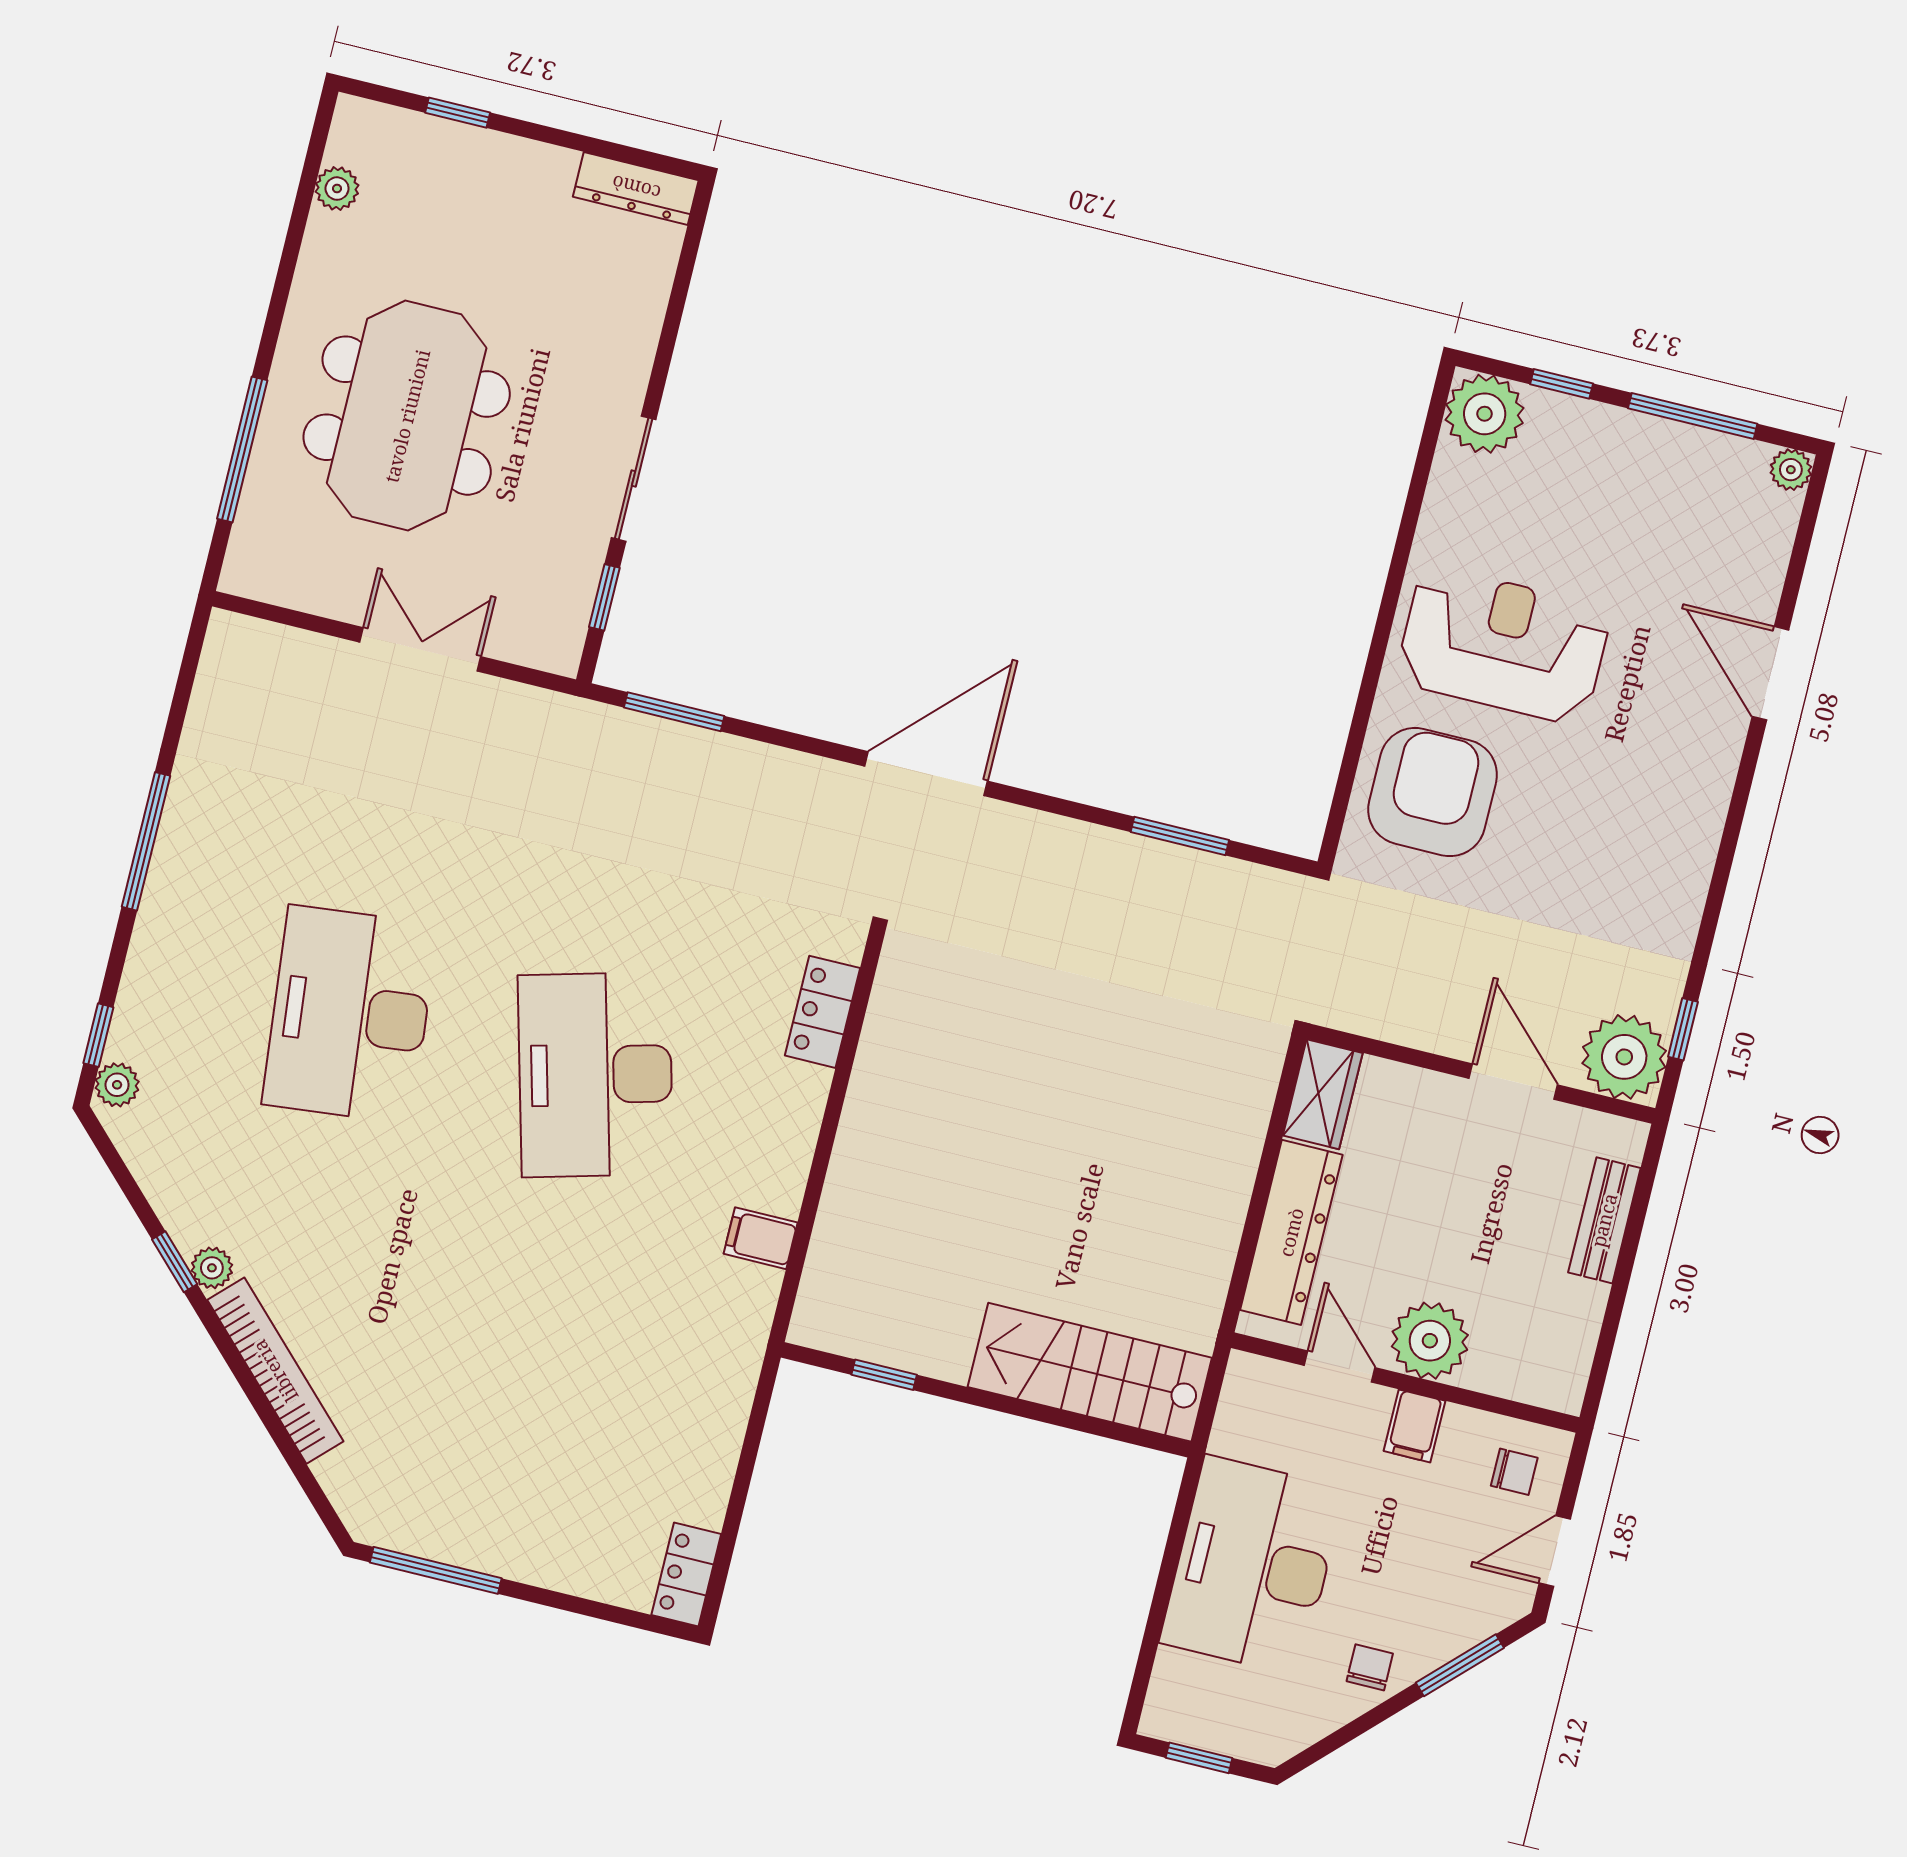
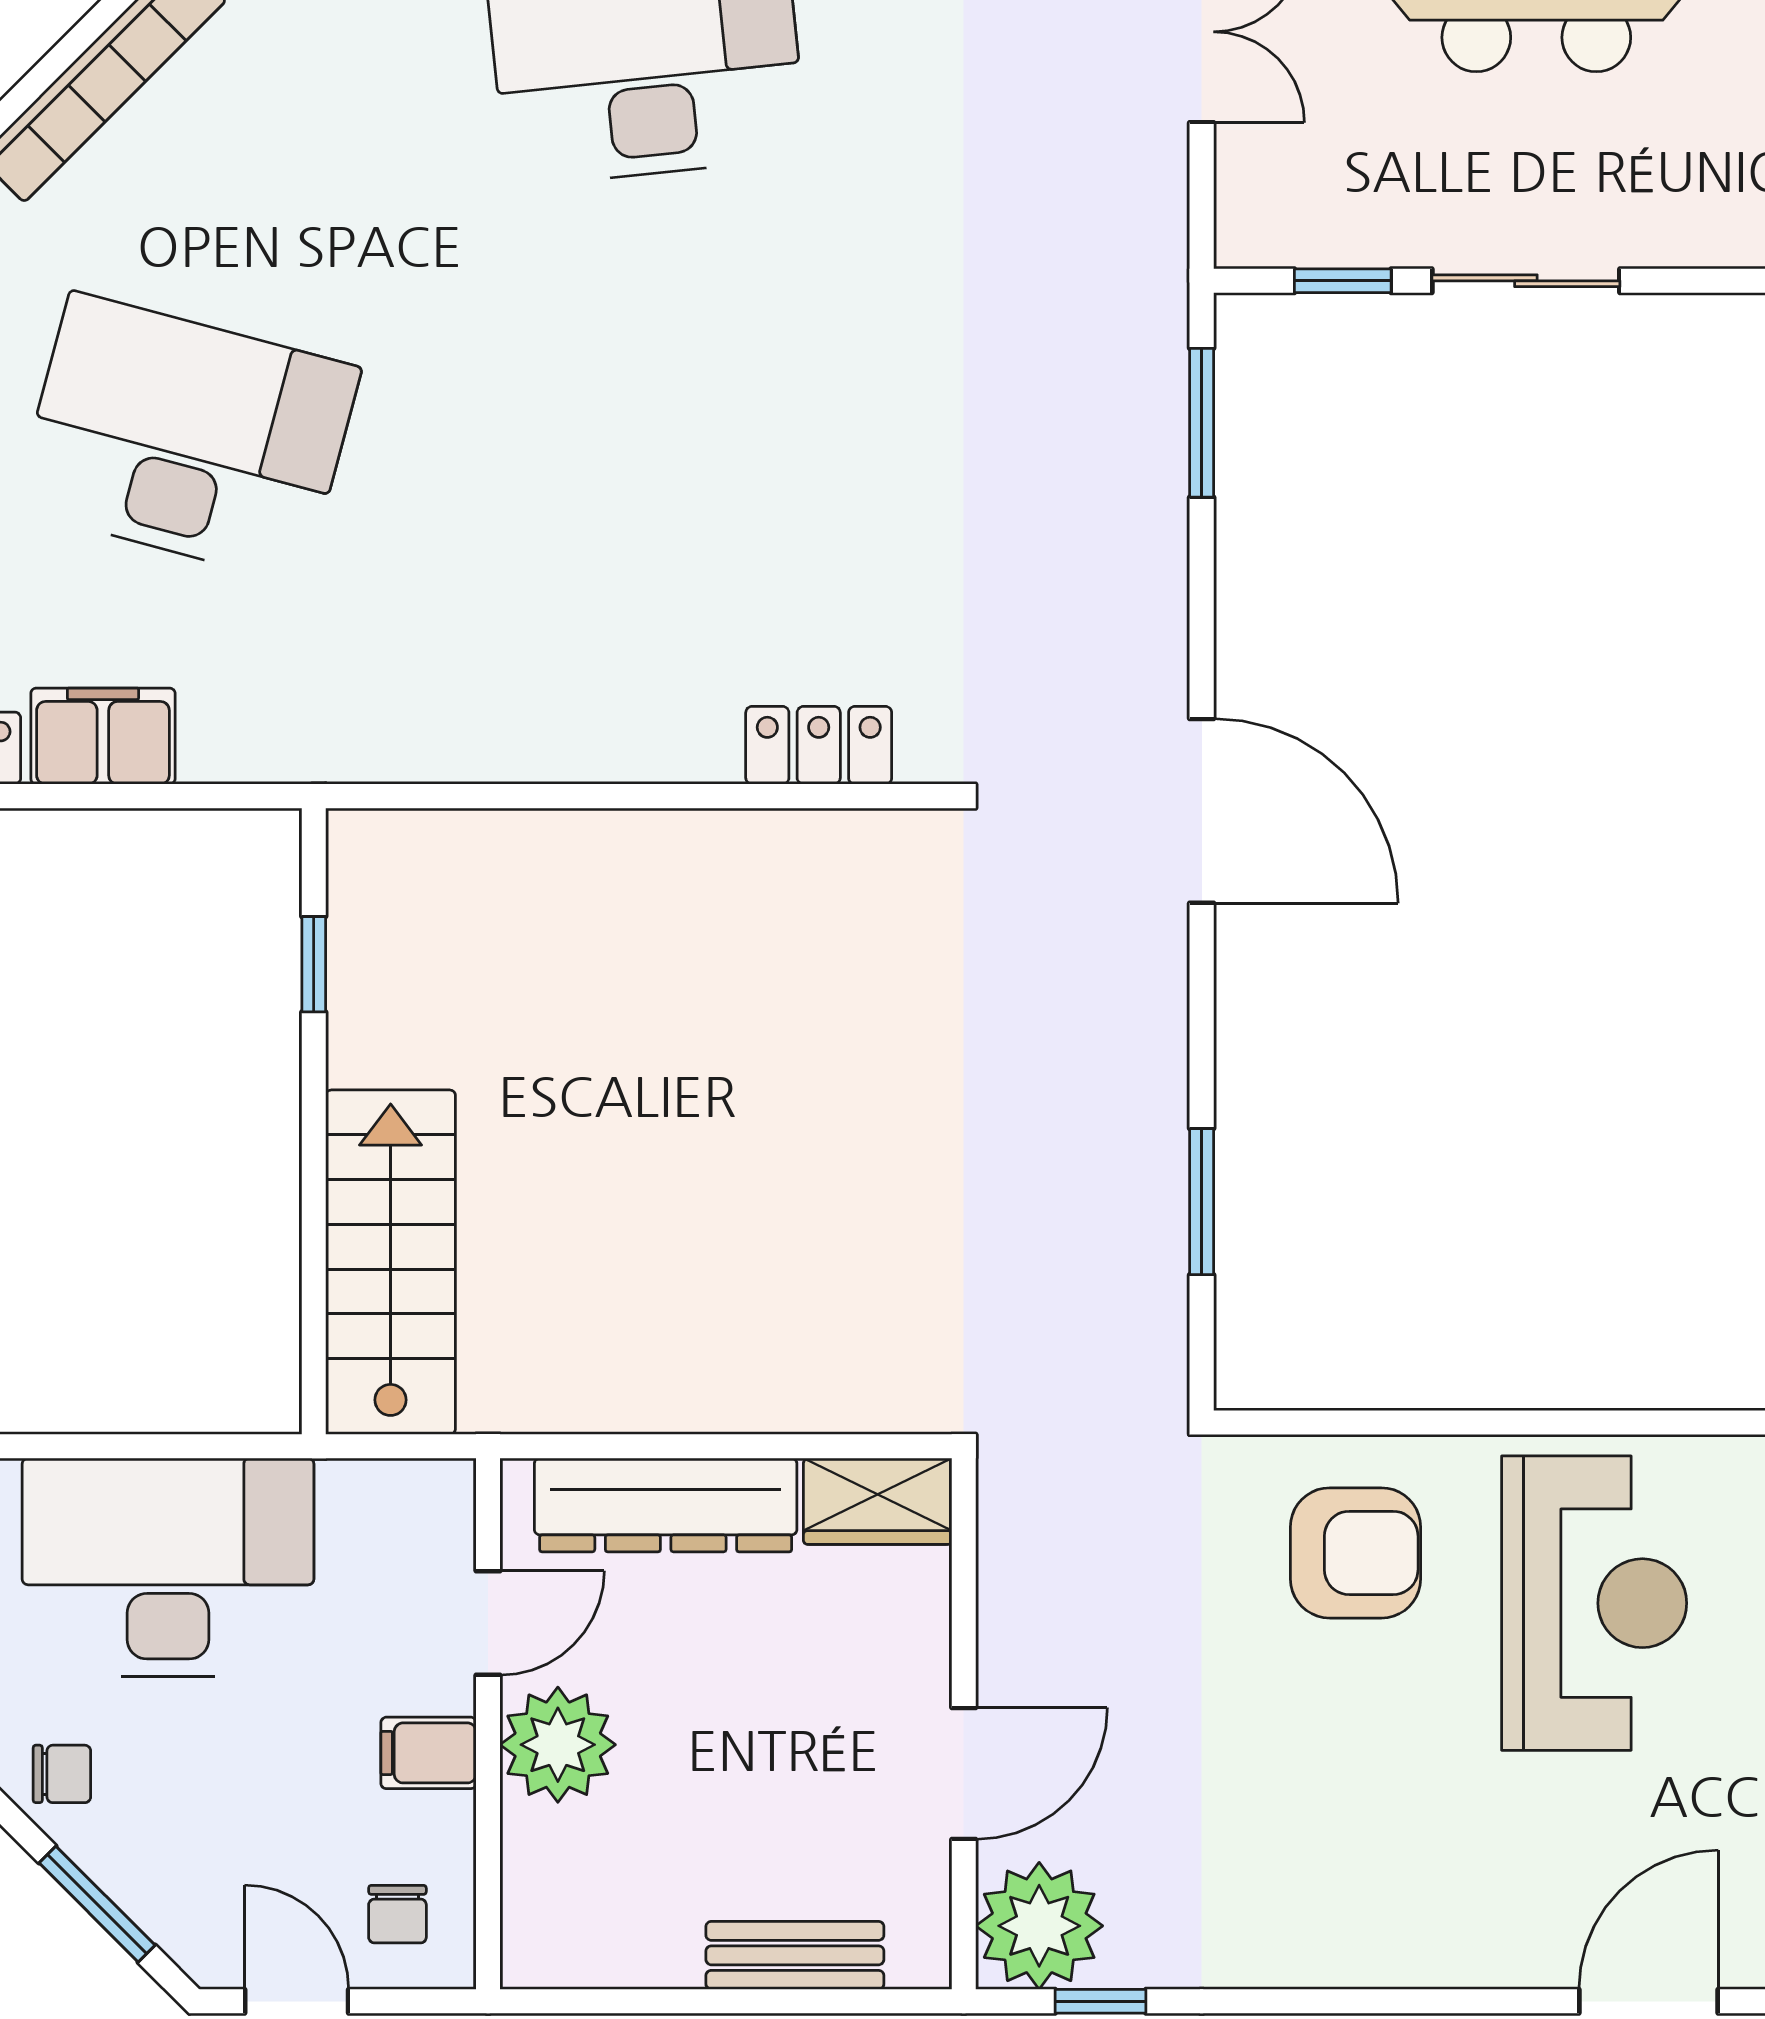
armchair: (1433, 792) -> (1356, 1553), width x0.73, depth x0.73
desk: (595, 1075) -> (187, 438), moved, turned 30
filing cabinet: (761, 1238) -> (103, 736), moved, width x2.00

